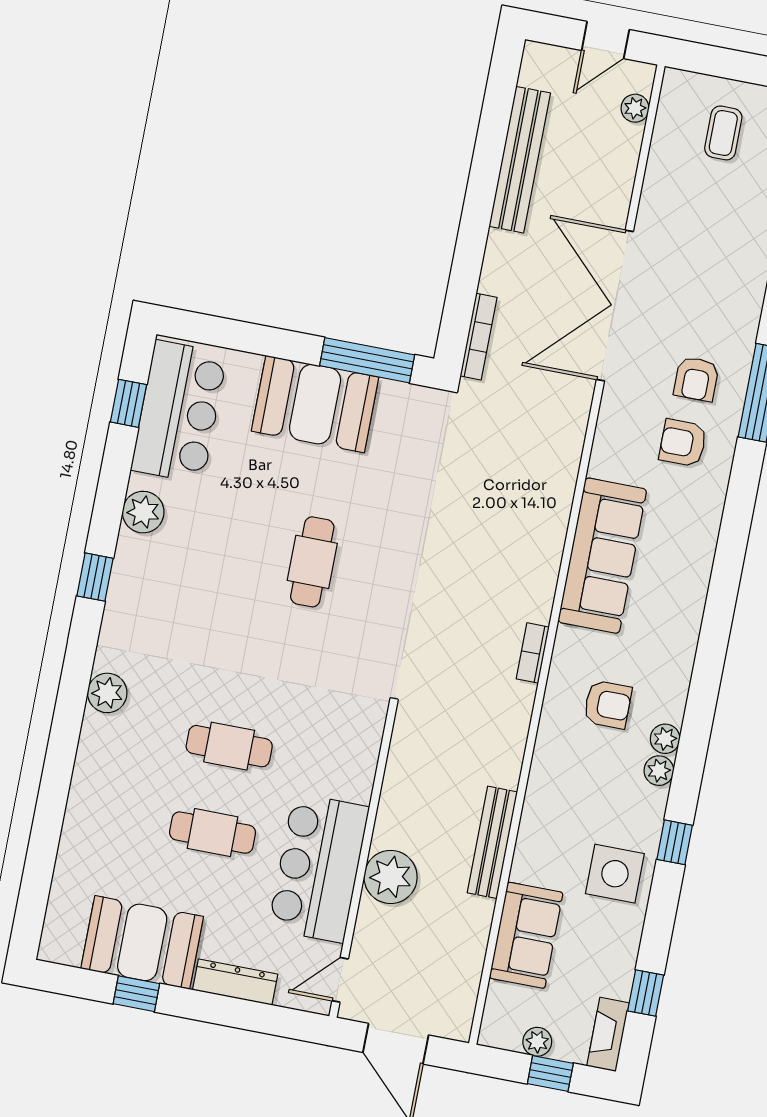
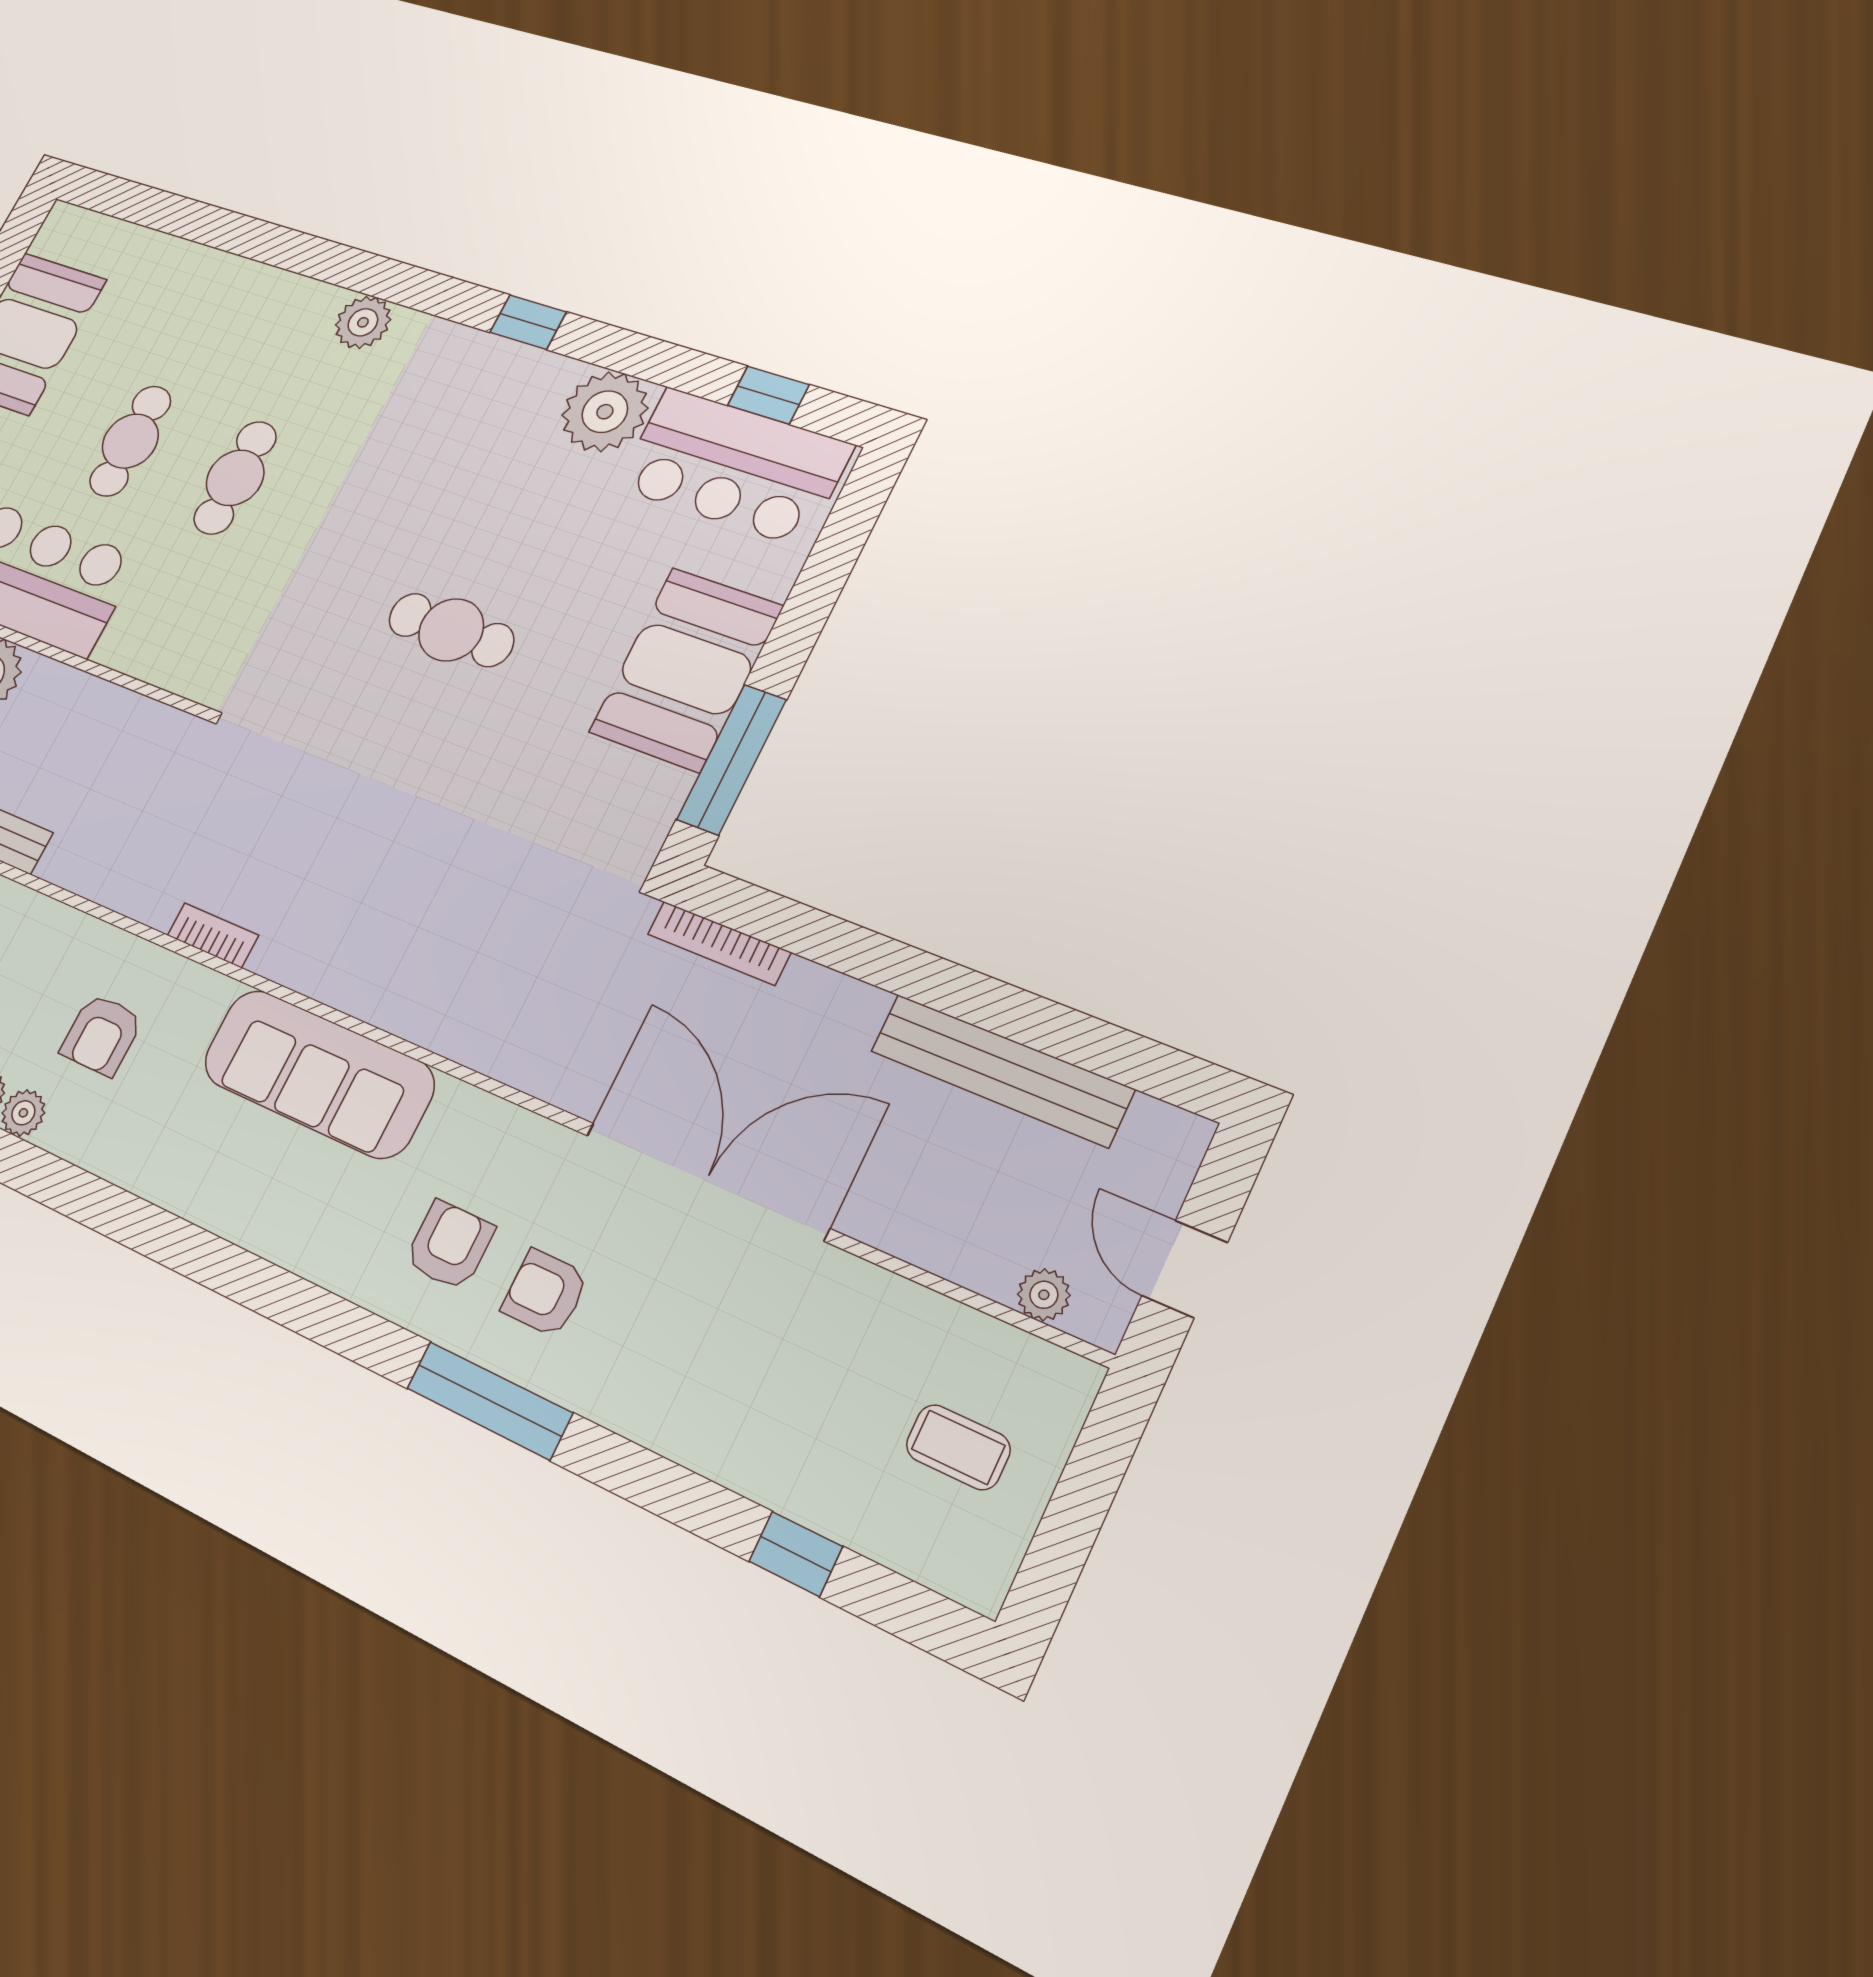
plant: (143, 512) -> (605, 412), width x1.36, depth x1.36

